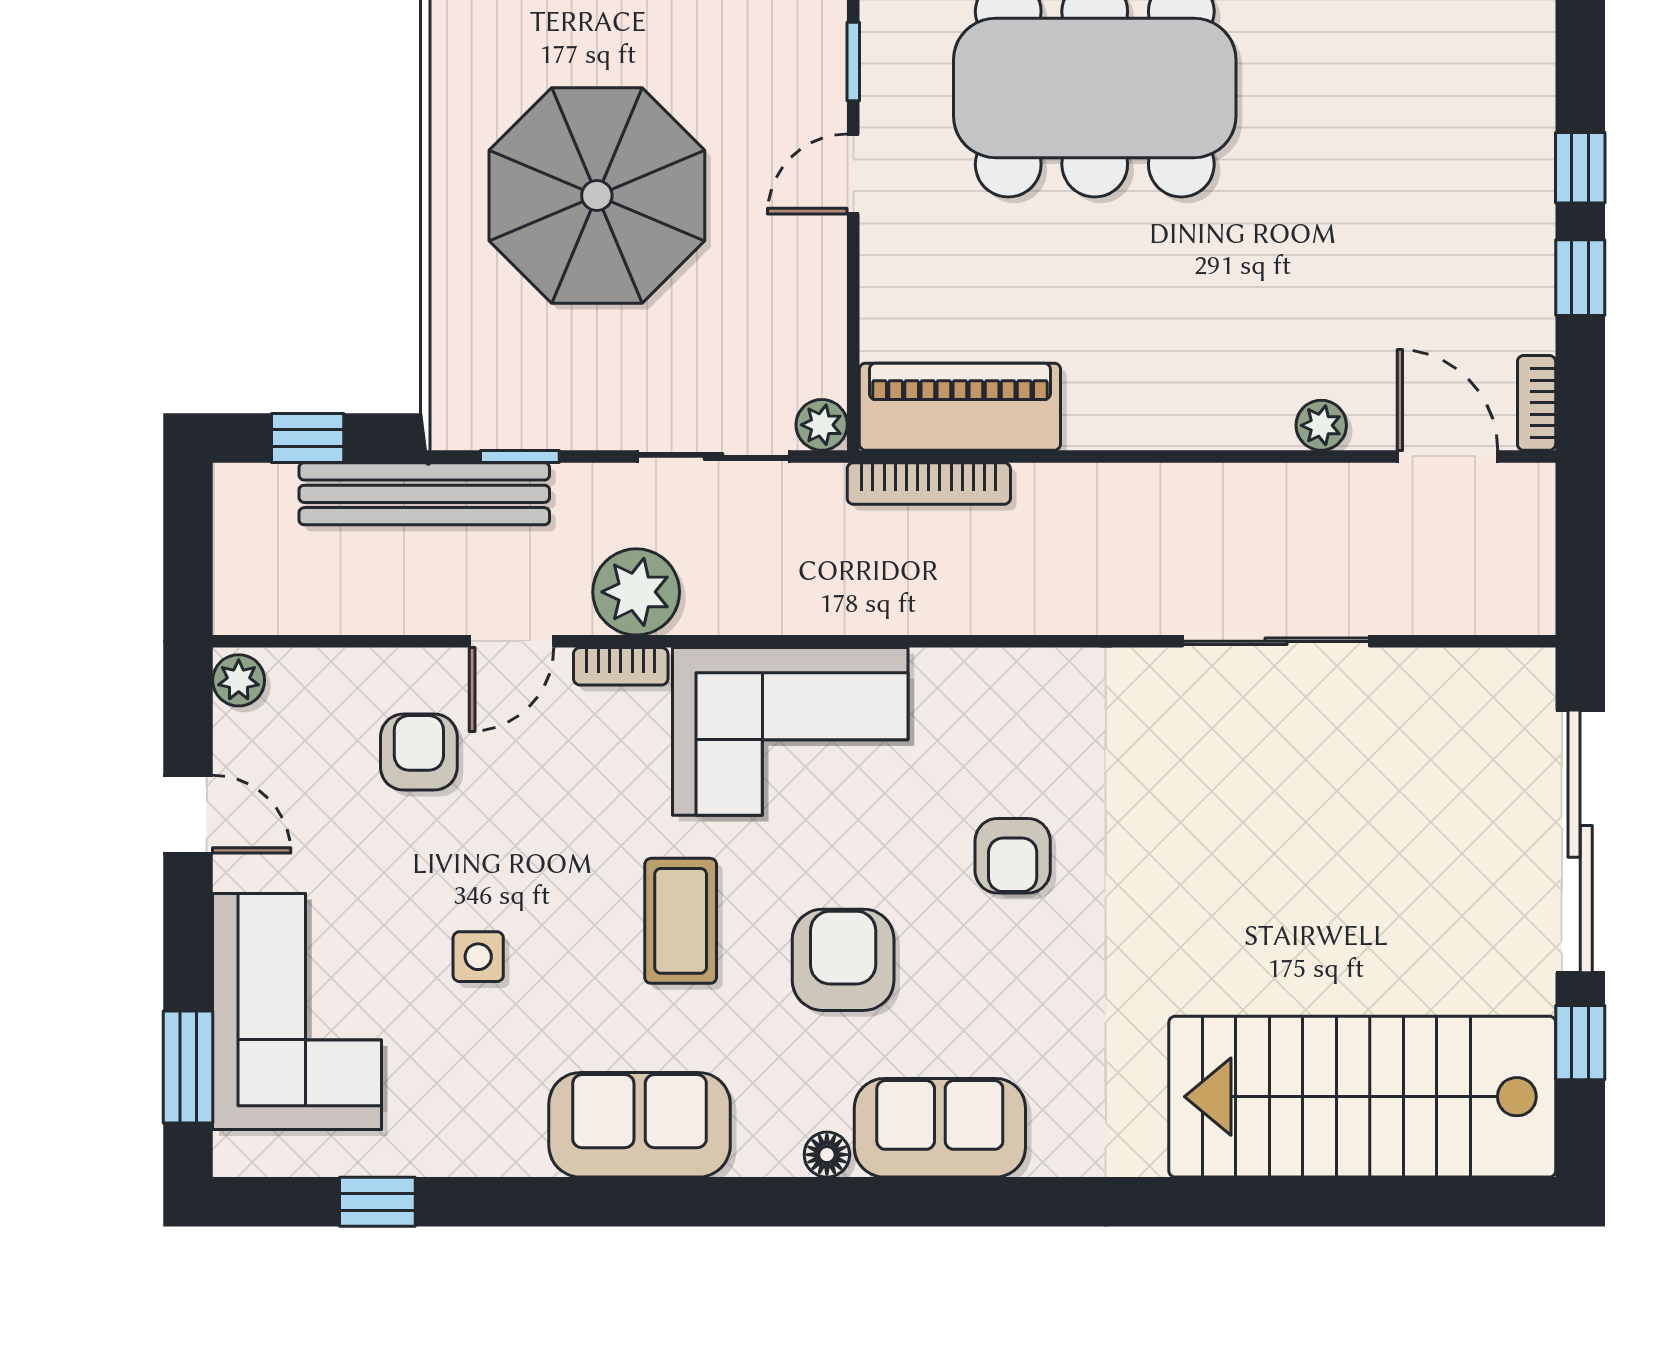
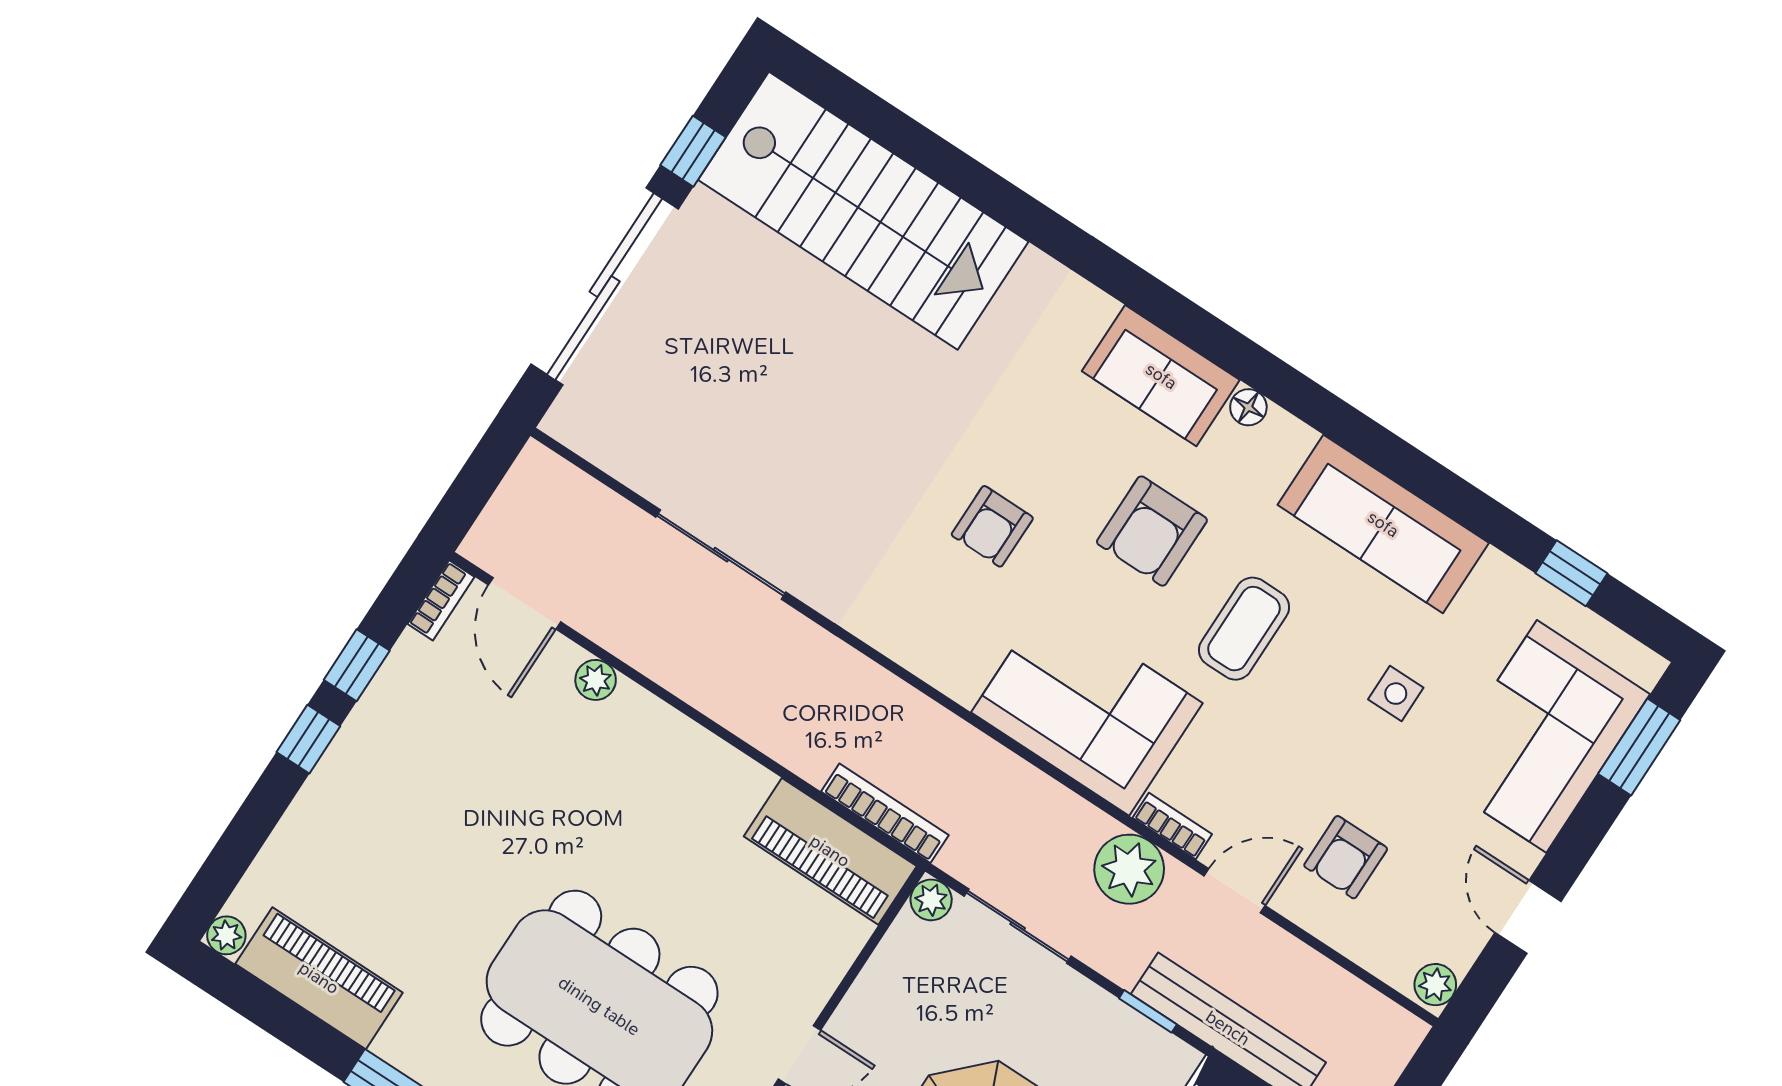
armchair: (1013, 856) -> (992, 526), turned 180
sofa: (640, 1125) -> (1383, 524), width x1.36

